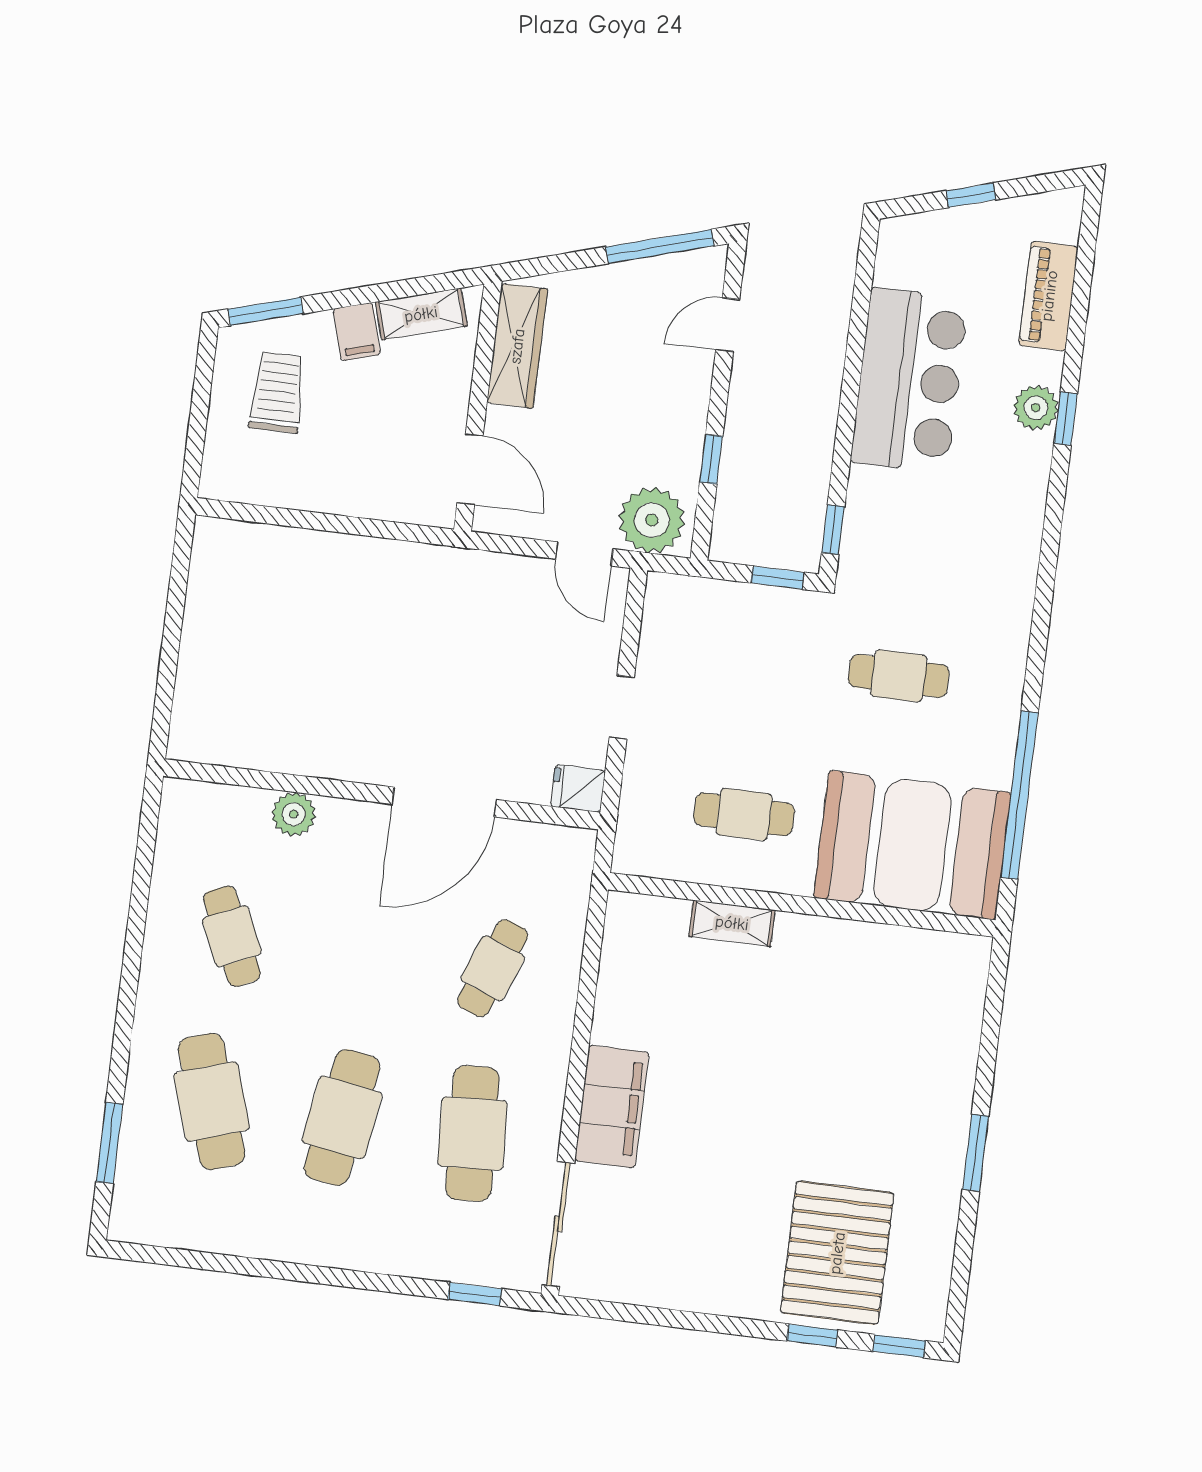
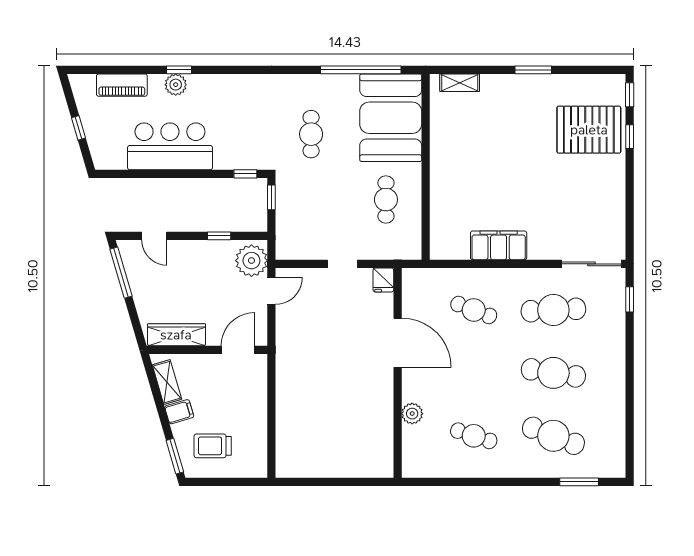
shelving: (732, 923) -> (460, 83), moved, turned 90
cafe table: (232, 936) -> (474, 436), turned 42
cafe table: (212, 1101) -> (553, 436), turned 39
filing cabinet: (612, 1107) -> (499, 245), moved

